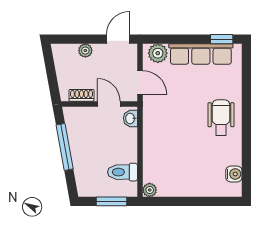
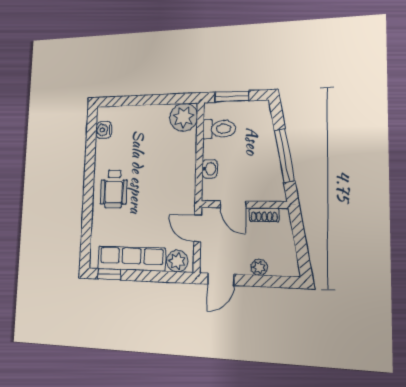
washbasin: (130, 118) -> (210, 169), moved
plant: (150, 190) -> (184, 117), width x1.88, depth x1.88

